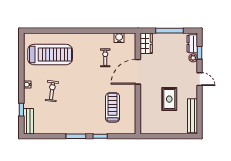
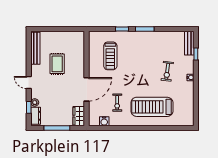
treadmill: (50, 55) -> (152, 107), moved

